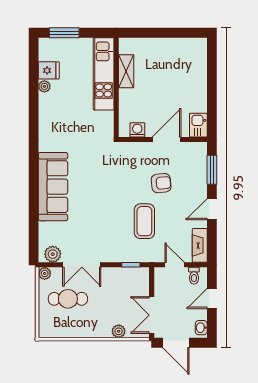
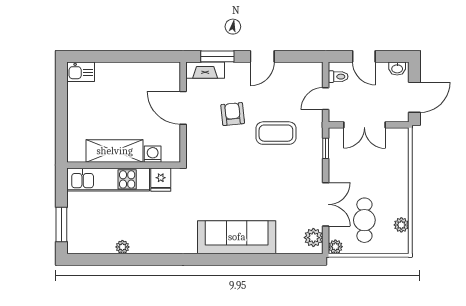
fridge: (49, 70) -> (161, 180), moved, turned 180
shelving: (126, 71) -> (115, 151), width x1.50, depth x1.33
kitchen sink: (198, 125) -> (81, 72), moved
washing machine: (137, 130) -> (153, 154), moved, turned 90
door: (212, 209) -> (262, 56), hinge flipped
fireplace: (200, 245) -> (205, 70), moved
double door: (152, 315) -> (364, 125), moved
plant: (119, 331) -> (401, 225), moved

